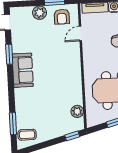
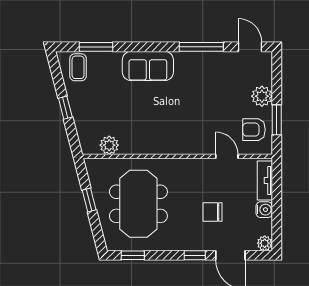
window: (9, 54) -> (201, 47), width x1.44
sofa: (23, 70) -> (148, 66), moved
window: (72, 136) -> (65, 108), moved

